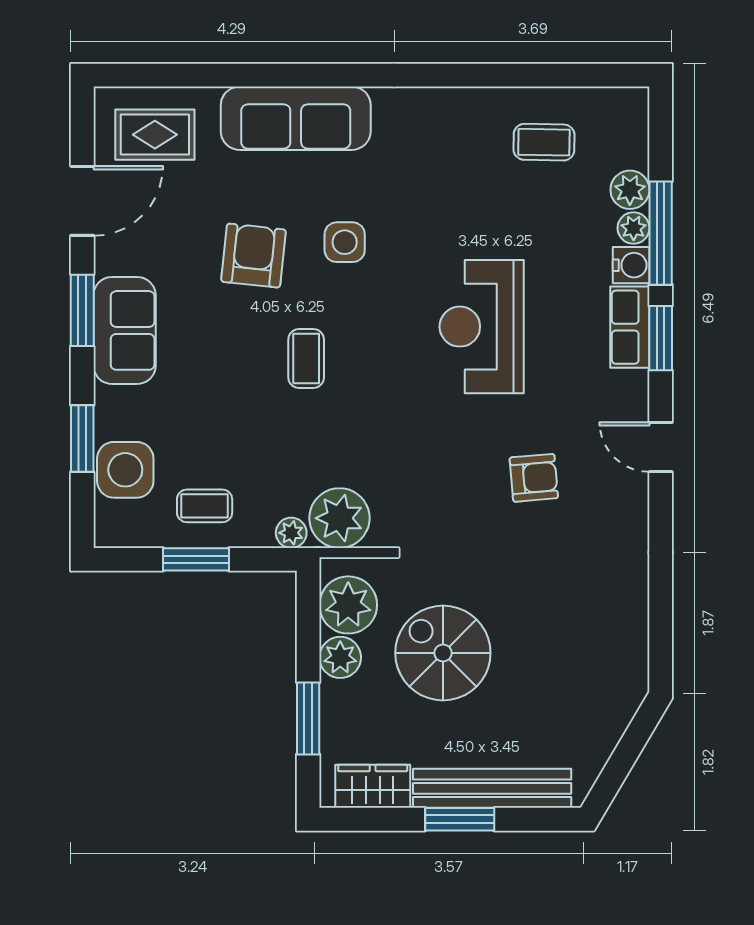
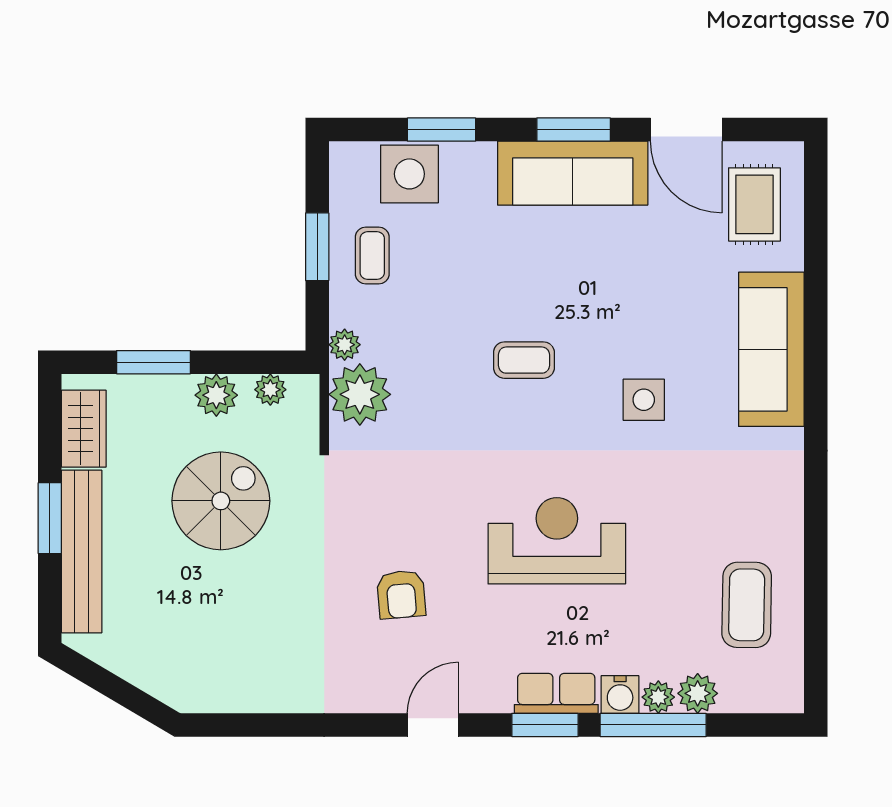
coffee table: (544, 142) -> (747, 605), width x1.36, depth x1.30
armchair: (253, 256) -> (630, 306), removed
sofa: (125, 330) -> (573, 173), width x1.36
plant: (348, 605) -> (270, 390), width x0.53, depth x0.53

